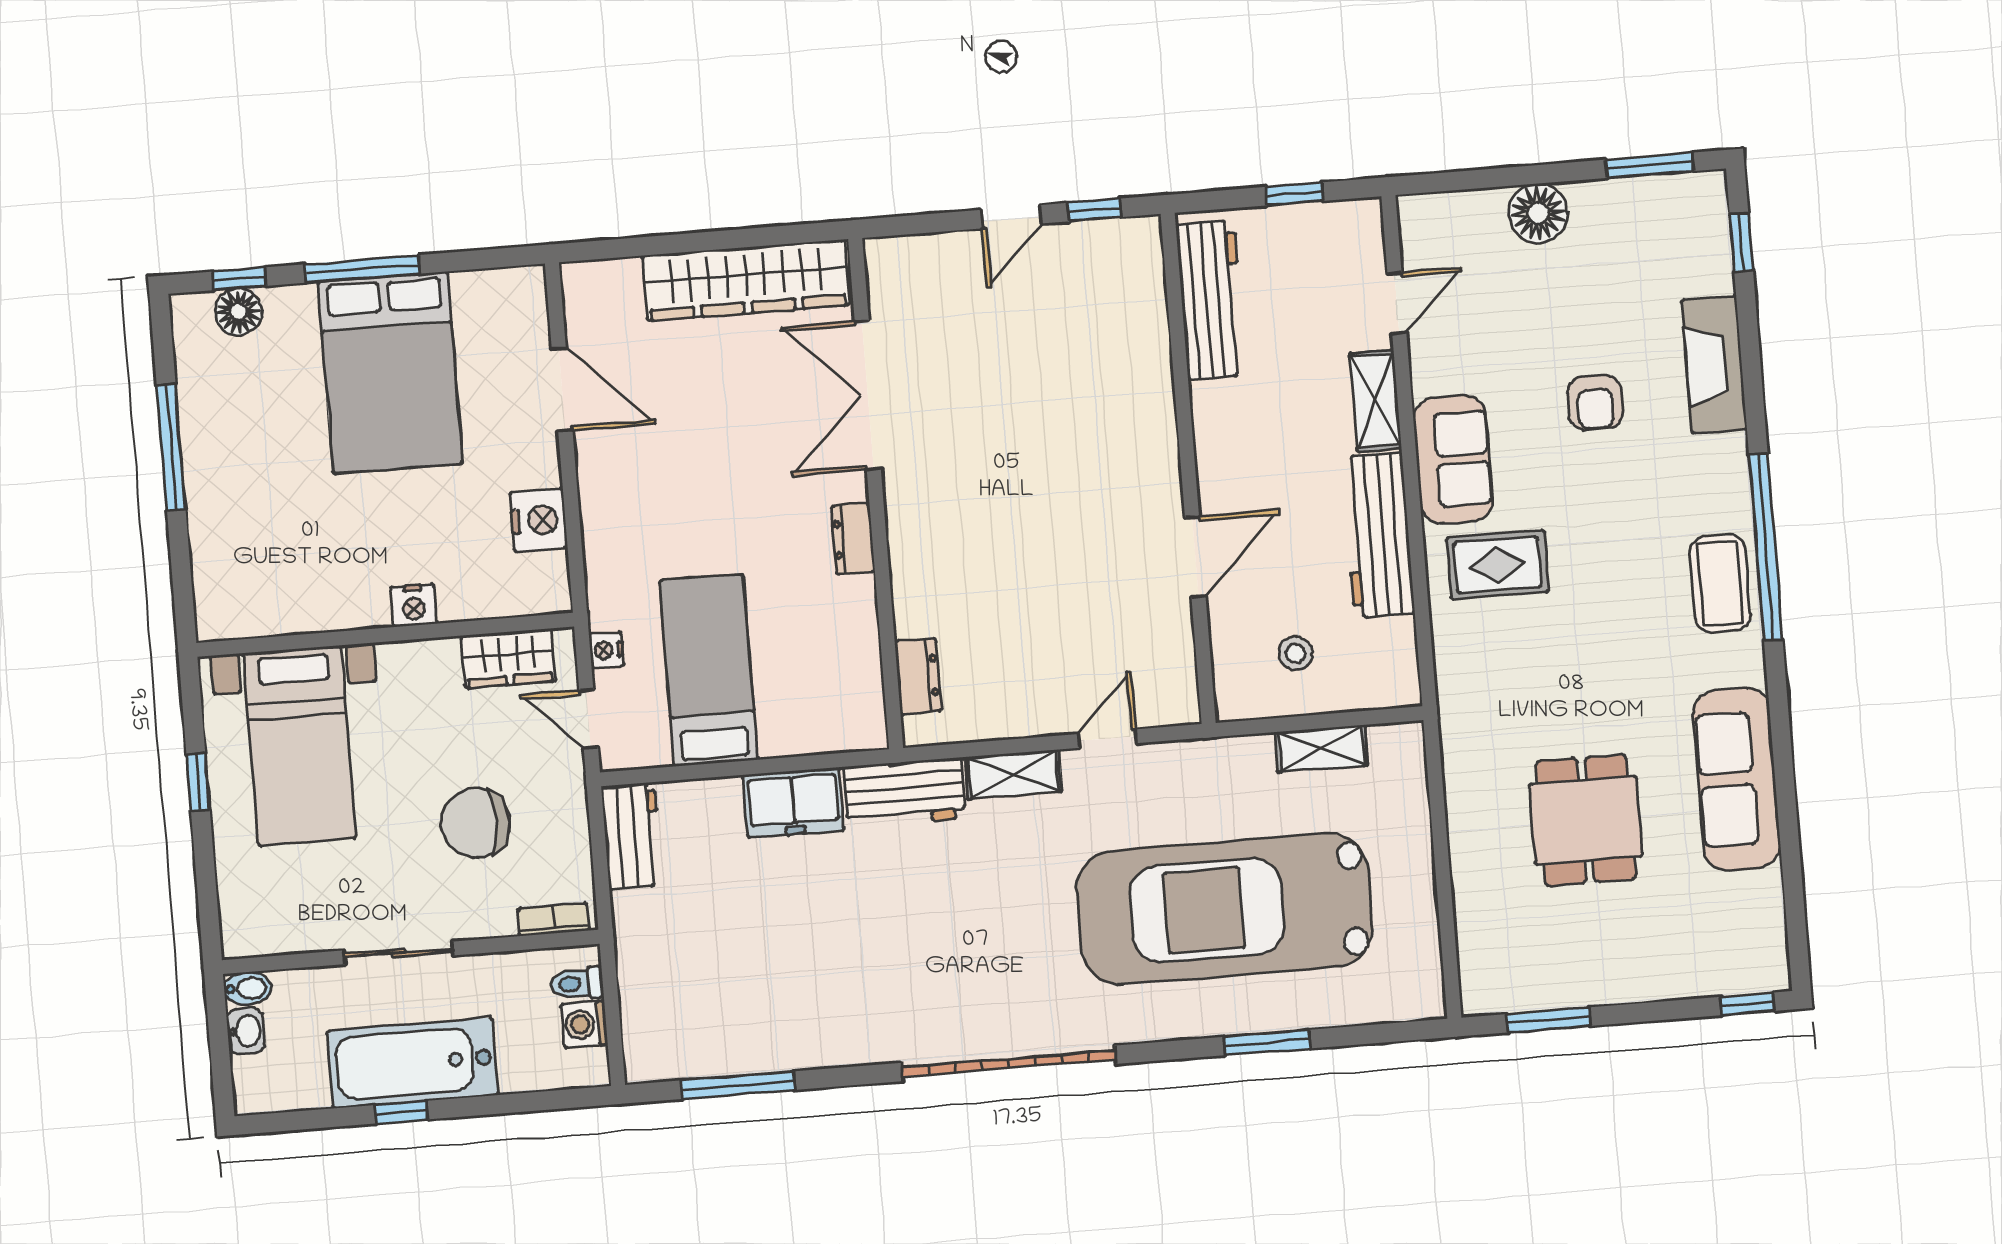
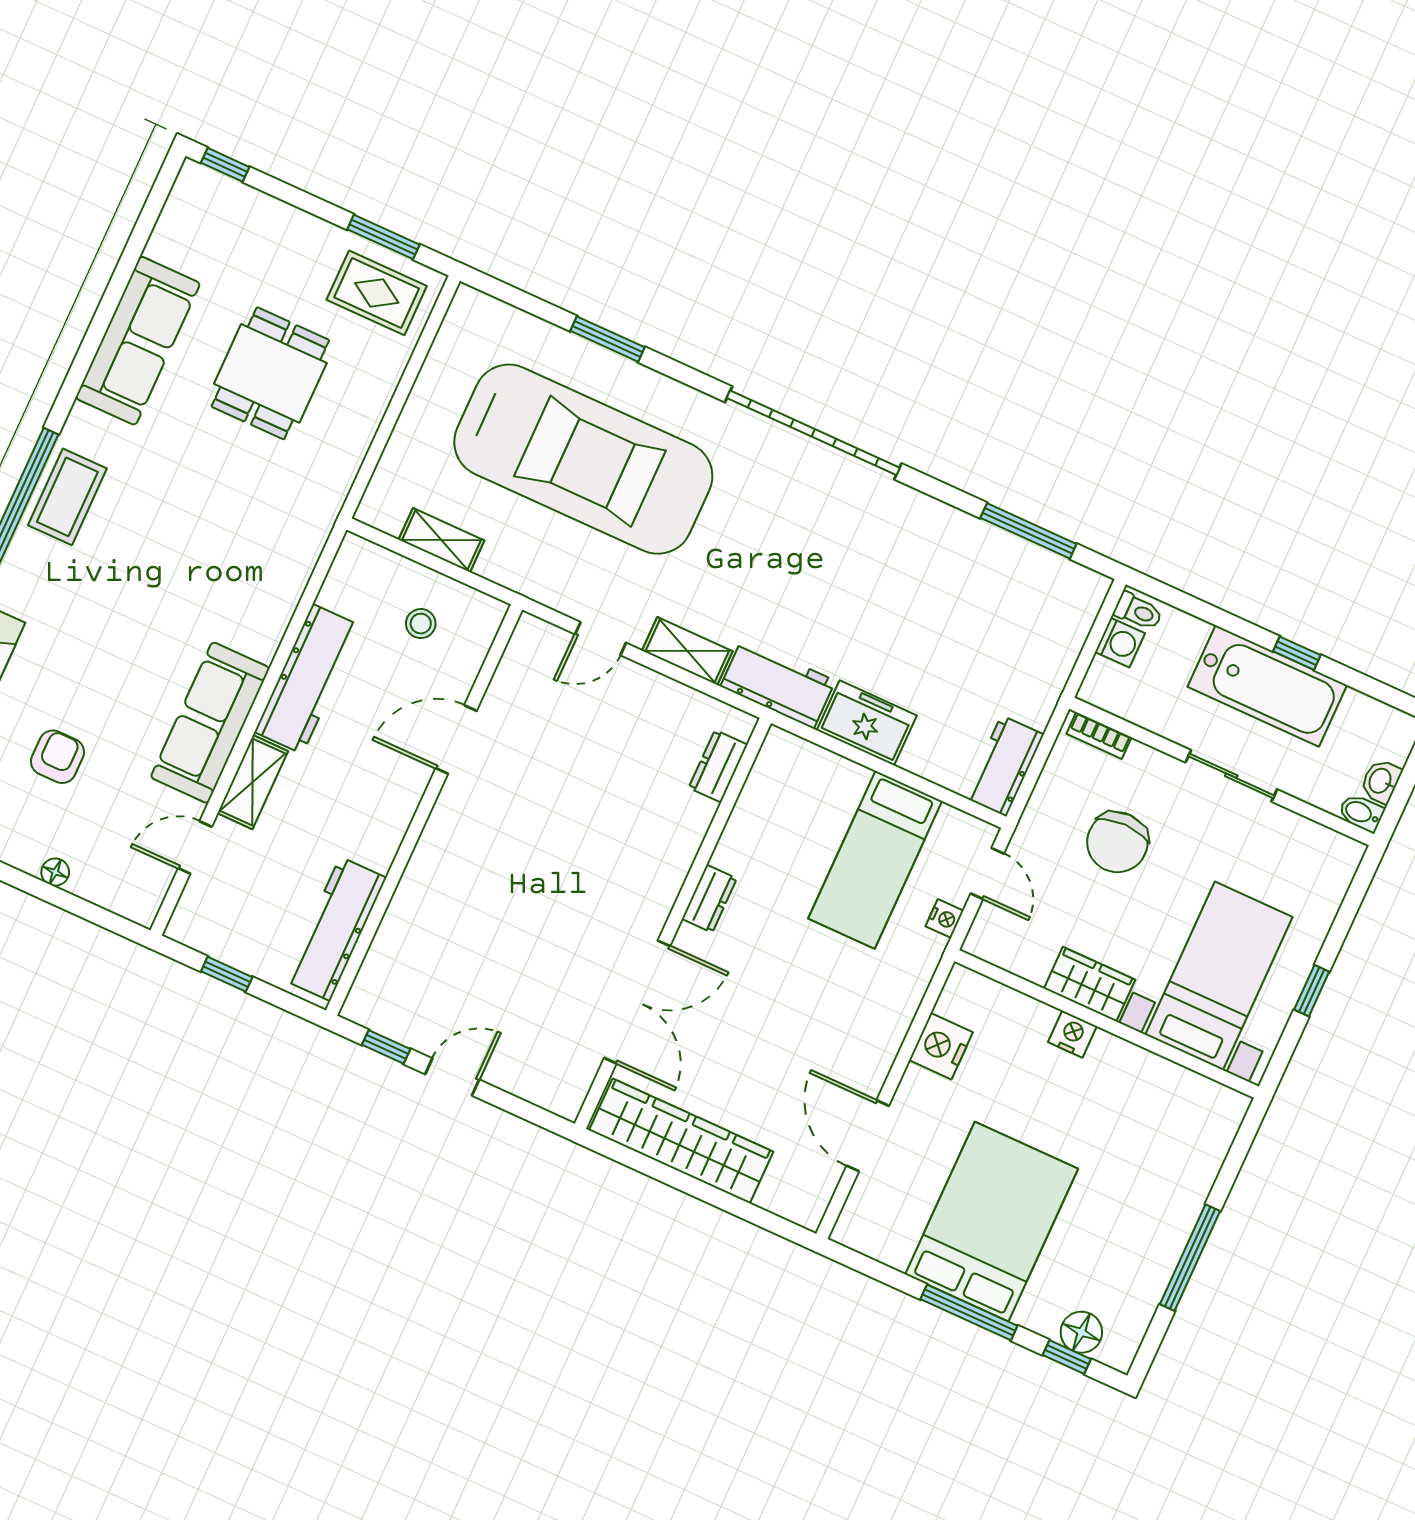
floor lamp: (1538, 213) -> (55, 872), width x0.53, depth x0.53
armchair: (1595, 403) -> (57, 757), moved
sofa: (1453, 459) -> (210, 723), width x1.36
rug: (1498, 565) -> (377, 293), moved
wardrobe: (508, 658) -> (1090, 984), moved
chair: (476, 823) -> (1117, 842), turned 90
toilet: (577, 983) -> (1138, 611), moved

